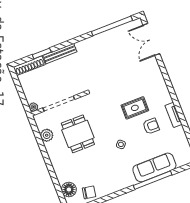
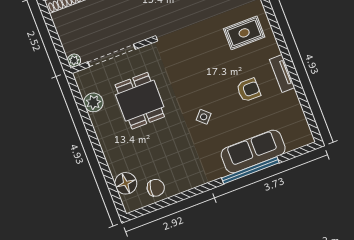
rug: (135, 108) -> (244, 33), moved

